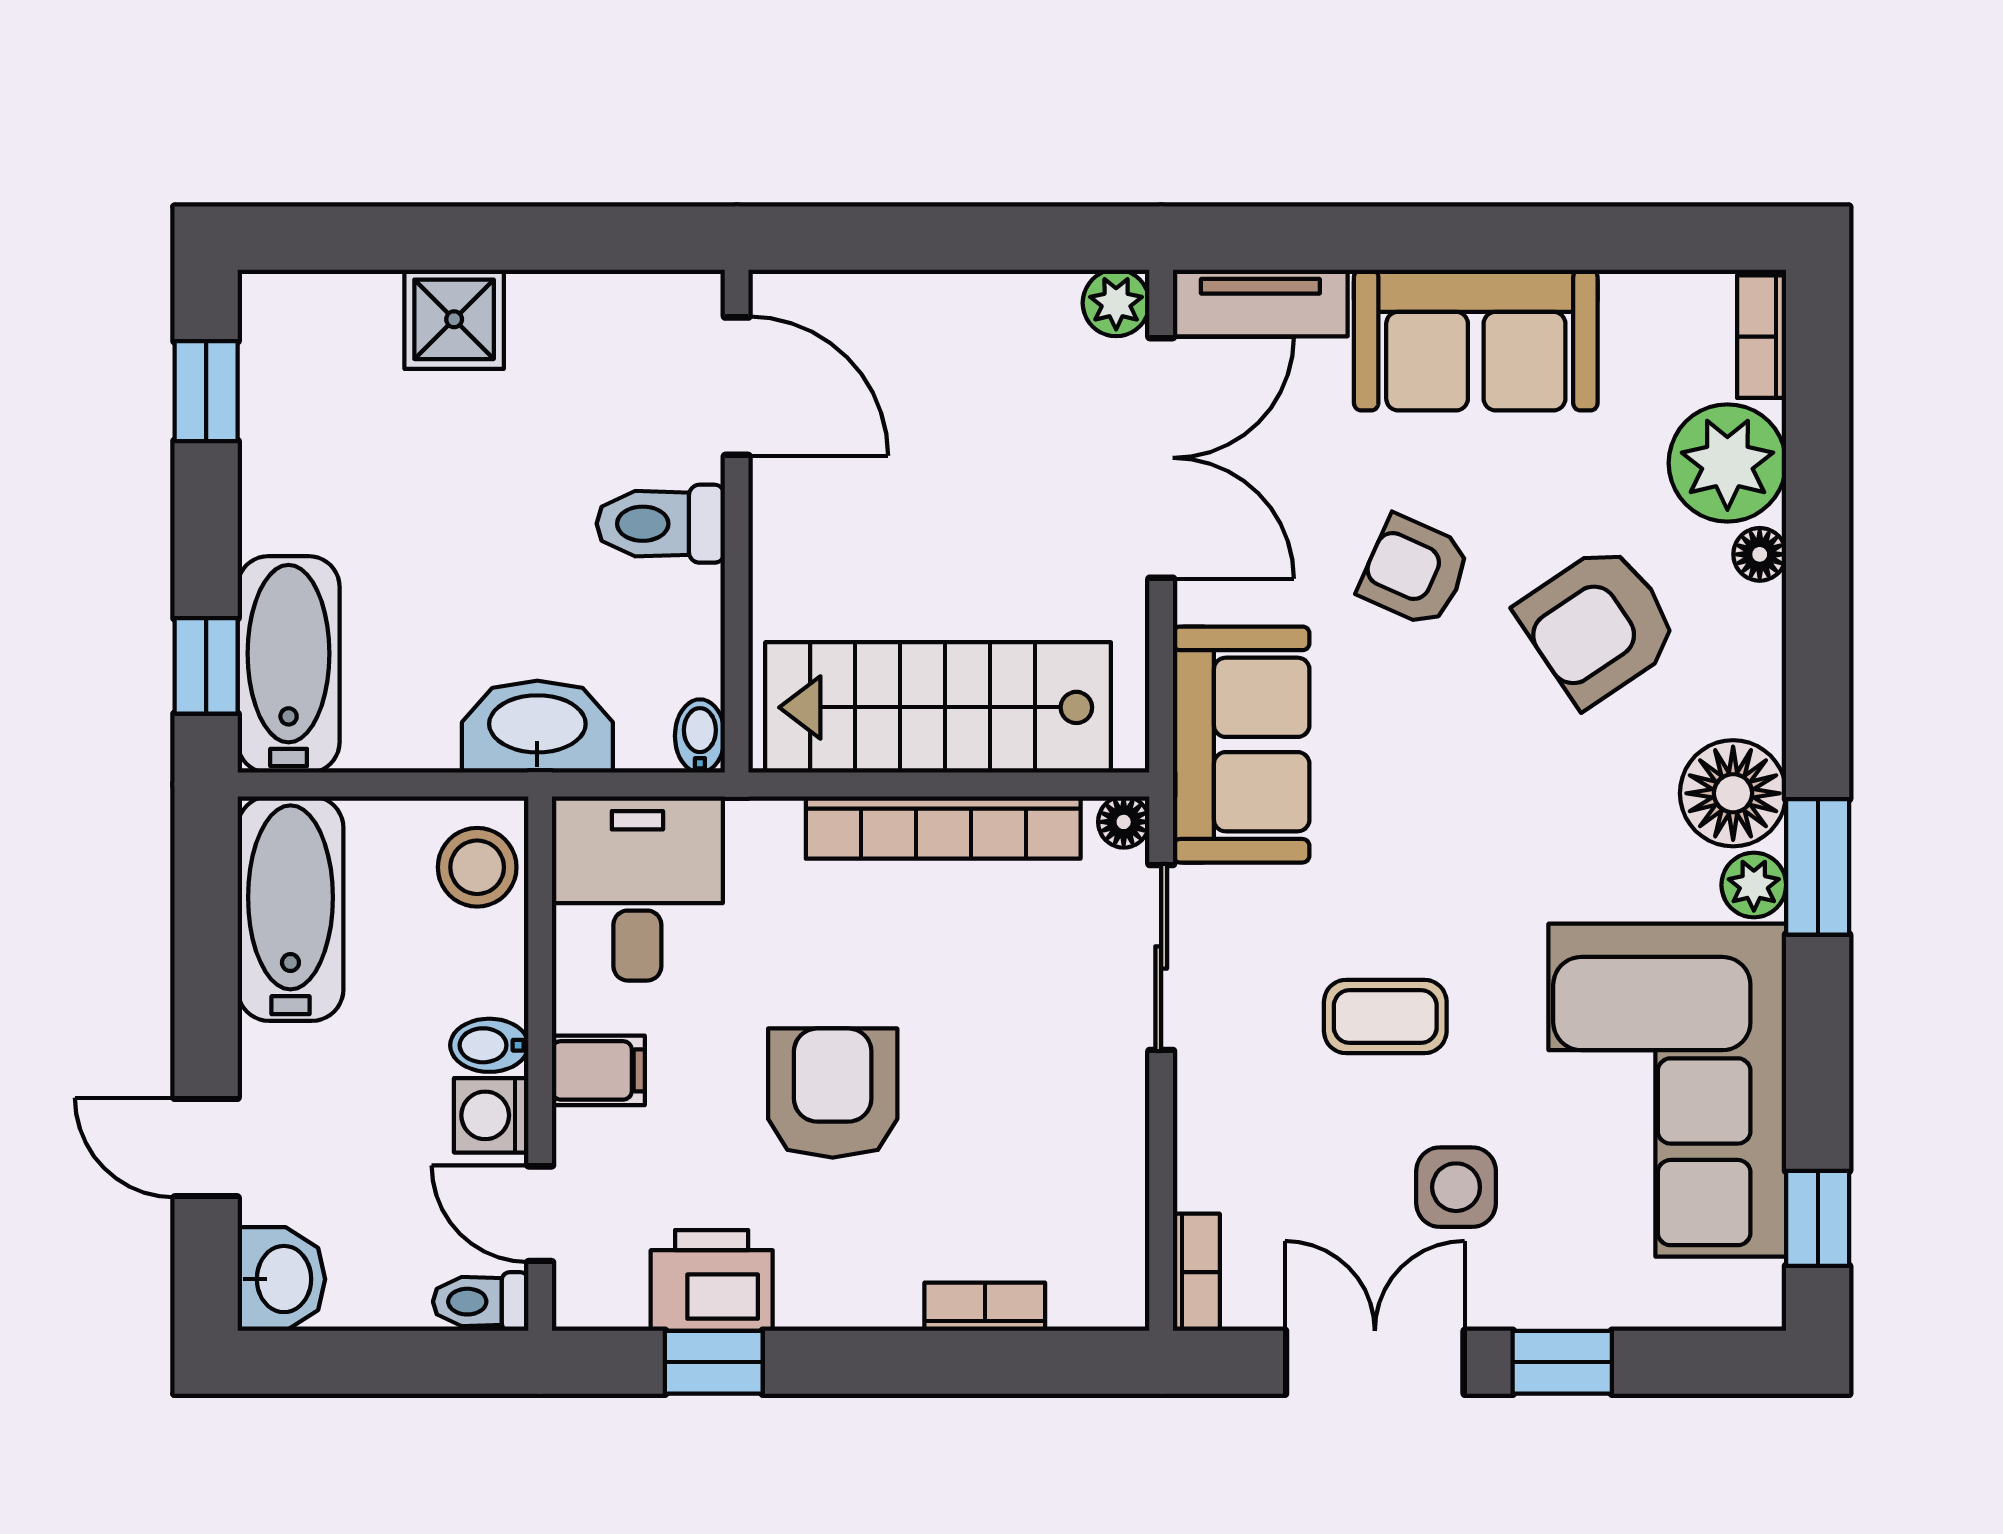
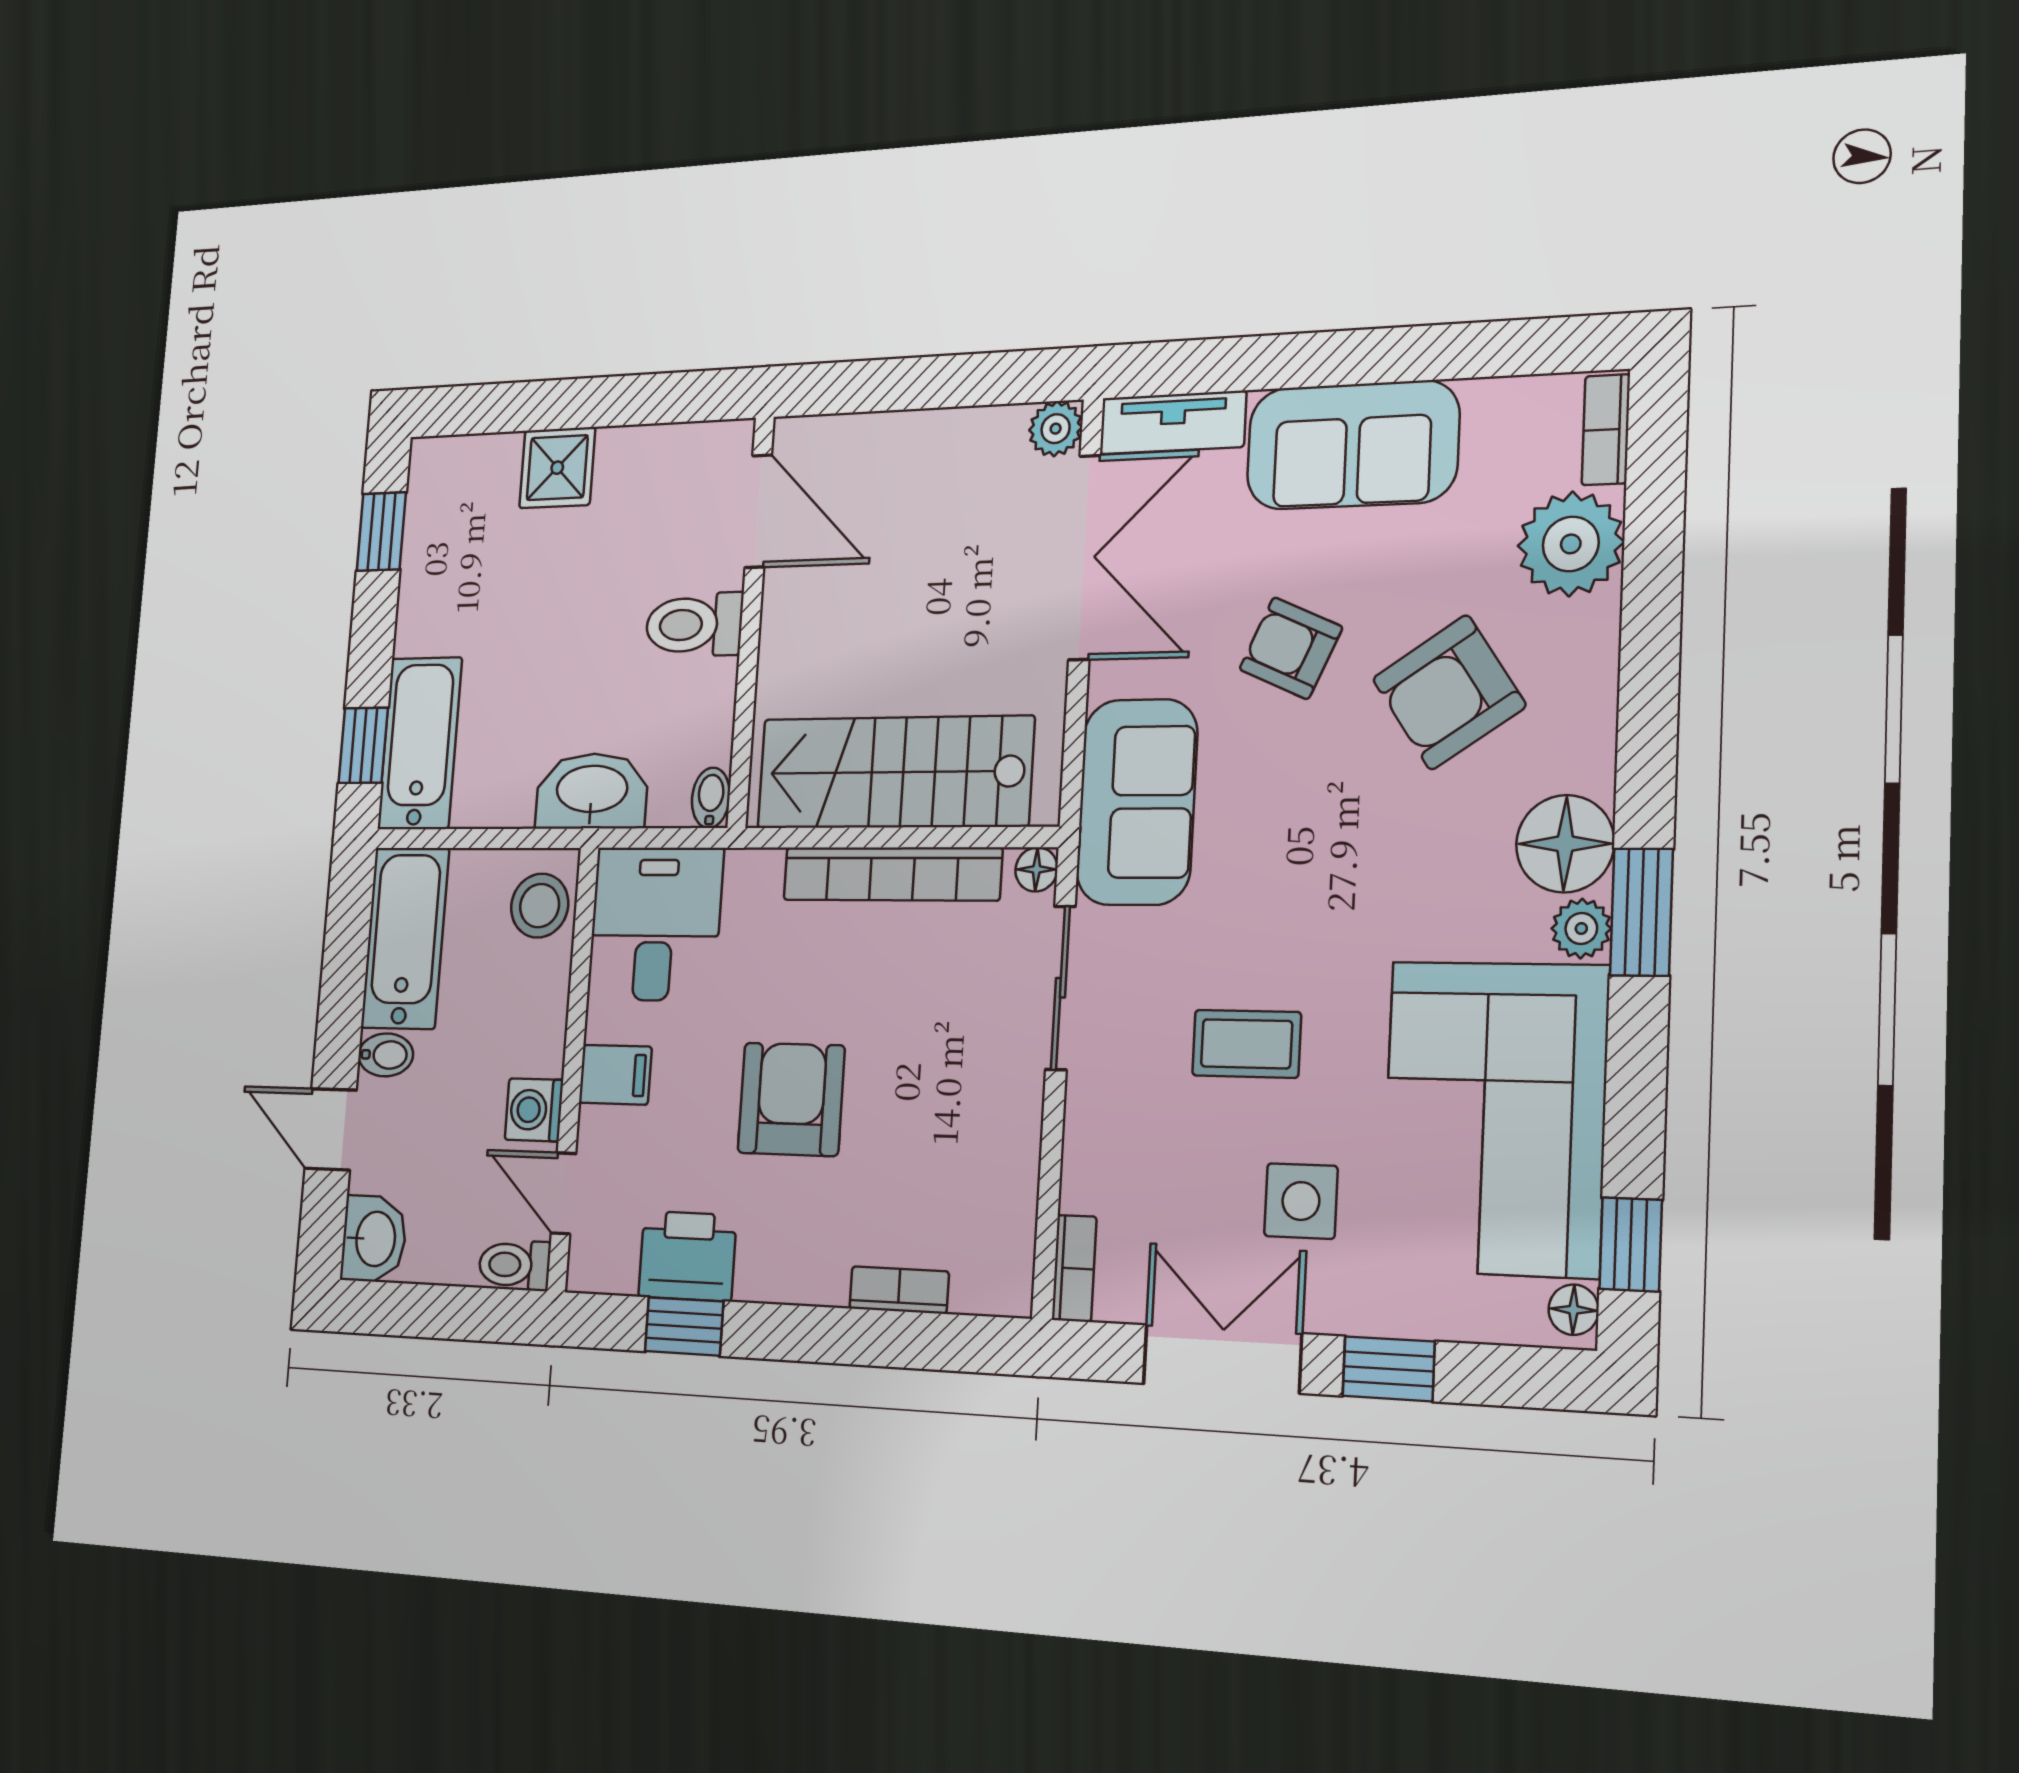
floor lamp: (1760, 554) -> (1574, 1310), moved
bidet: (489, 1045) -> (386, 1055), moved, turned 180

